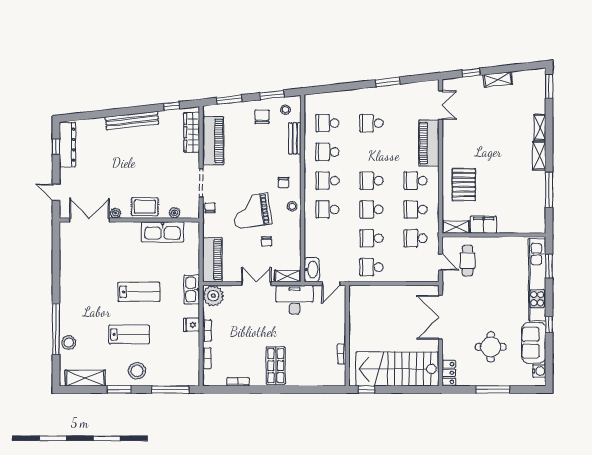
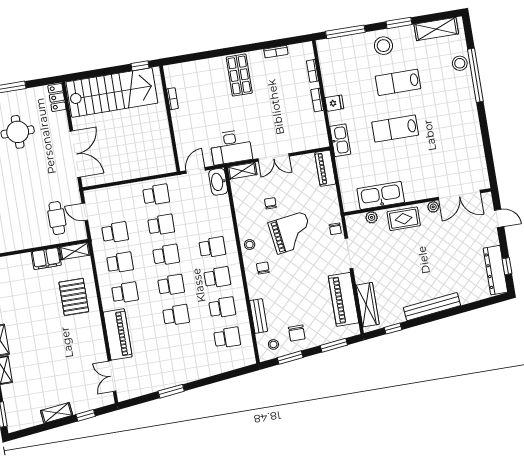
school desk: (371, 123) -> (176, 315), moved
piano: (212, 260) -> (325, 168), width x0.73, depth x0.75
plant: (213, 296) -> (317, 137), removed

